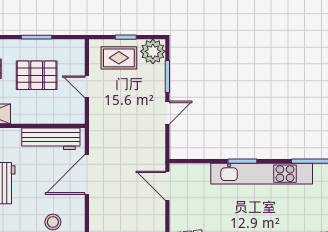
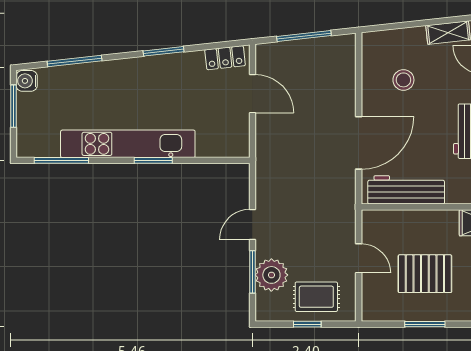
plant: (153, 51) -> (271, 275), moved
door: (167, 186) -> (252, 94), moved

